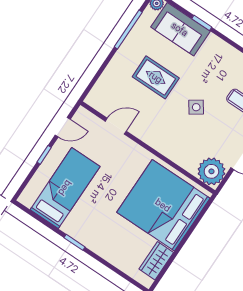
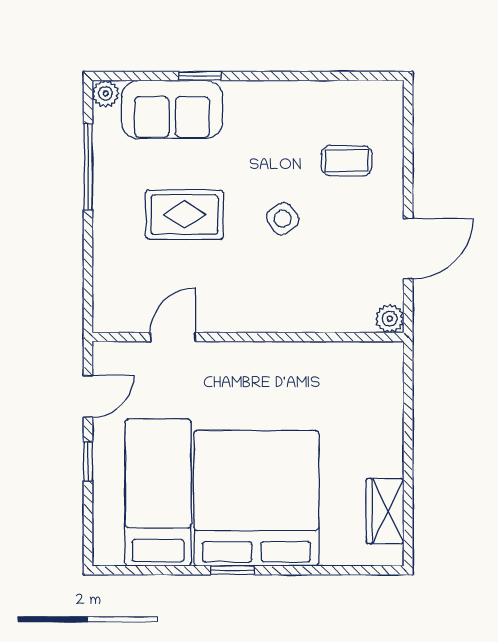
plant: (211, 171) -> (390, 319), width x0.53, depth x0.53
bed: (163, 205) -> (256, 498), moved, turned 90

